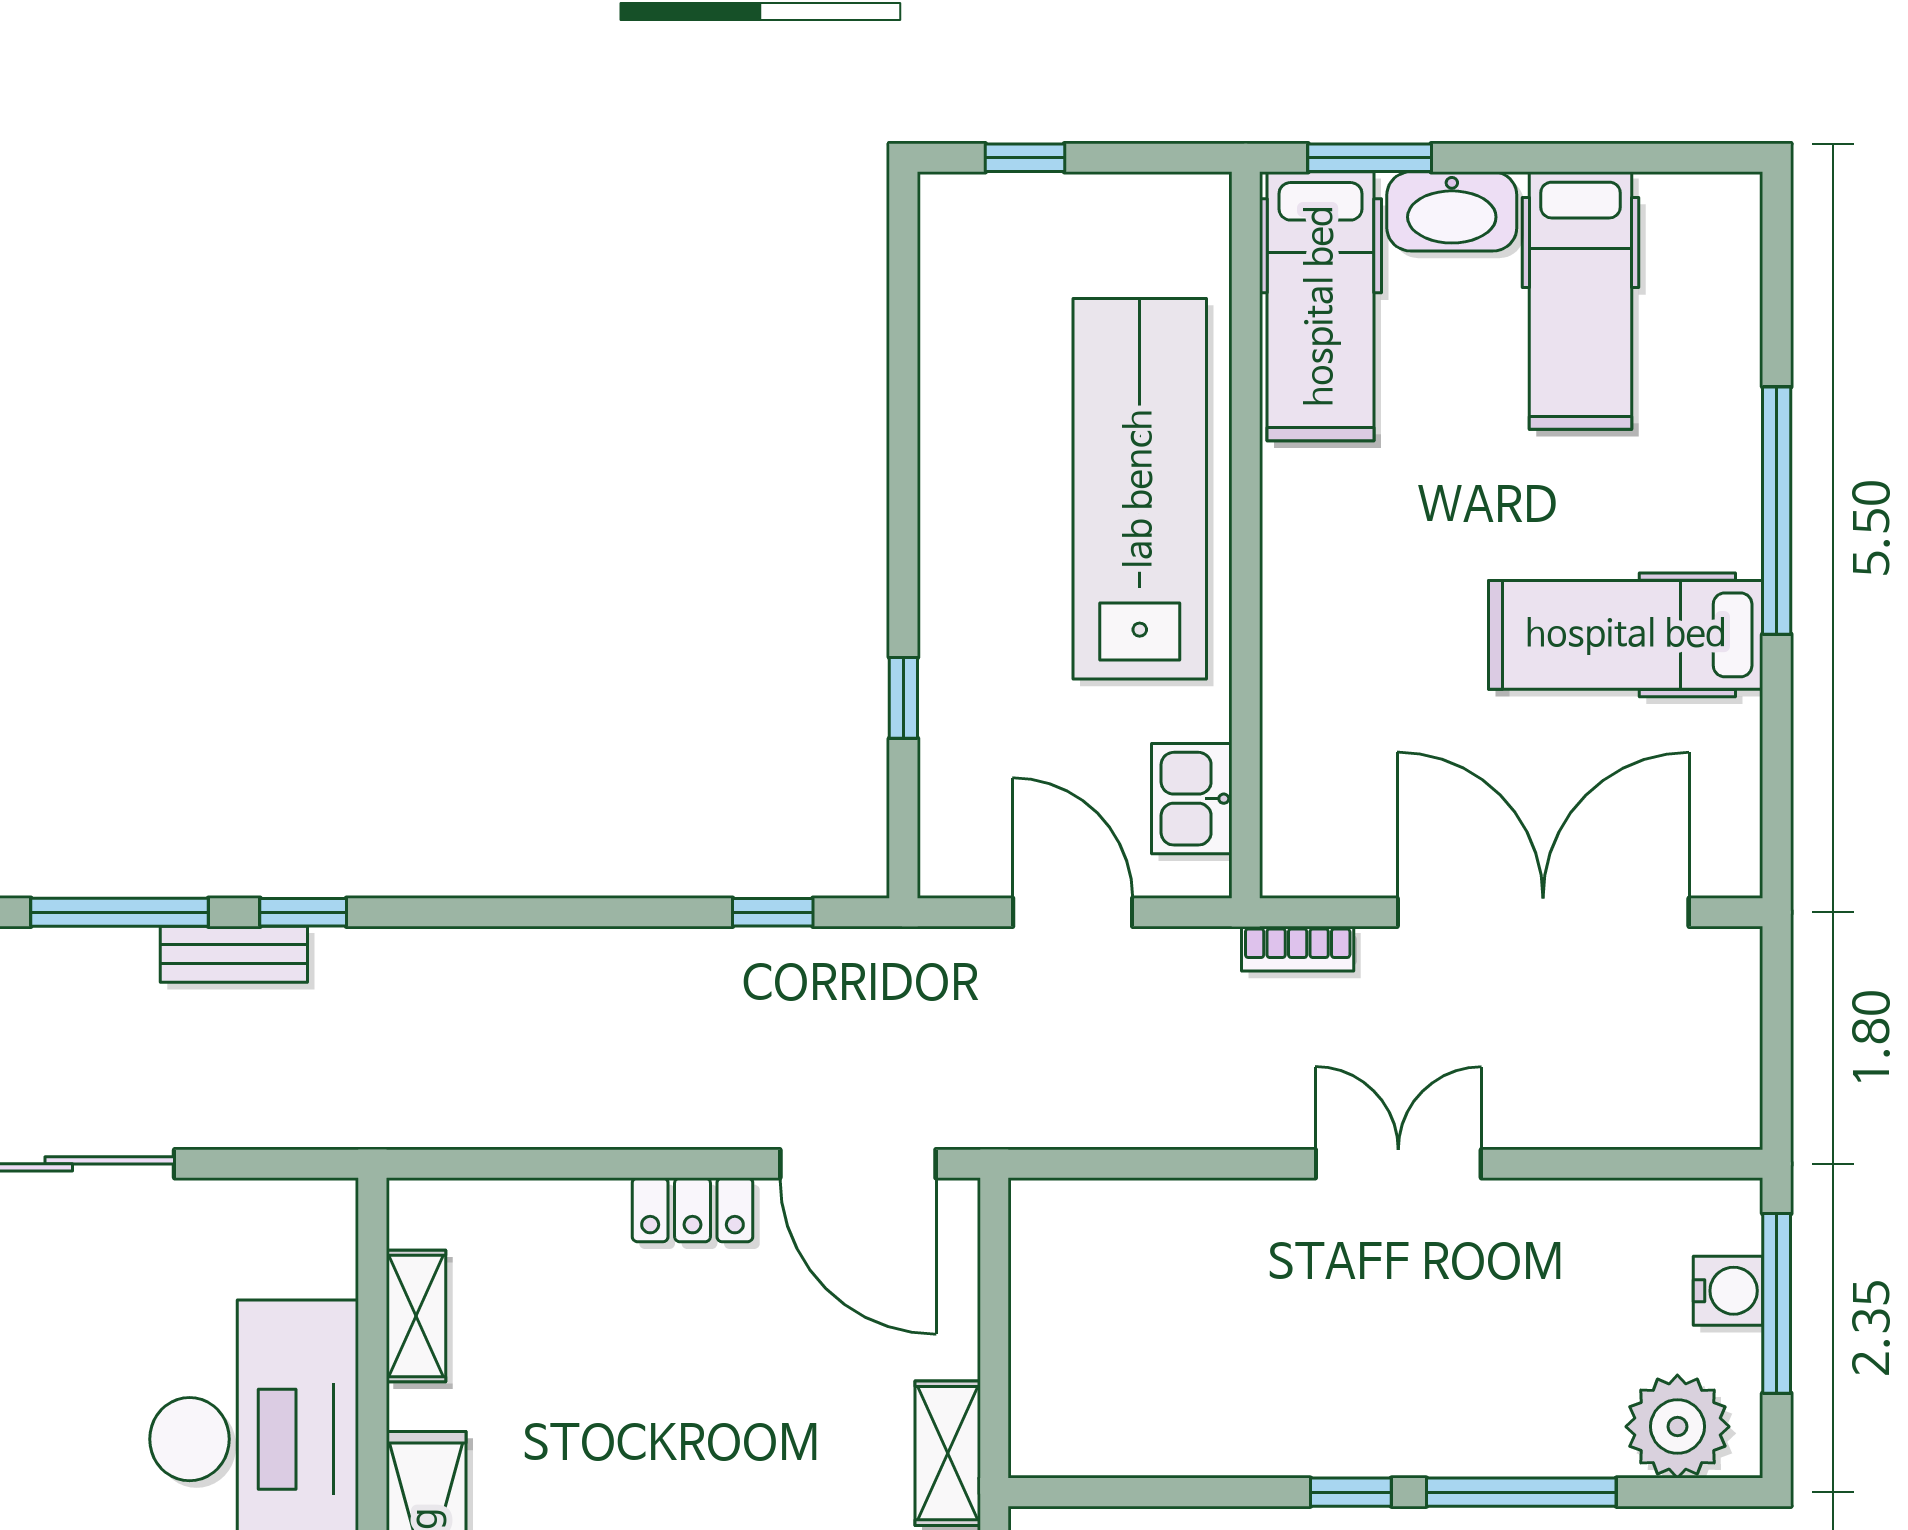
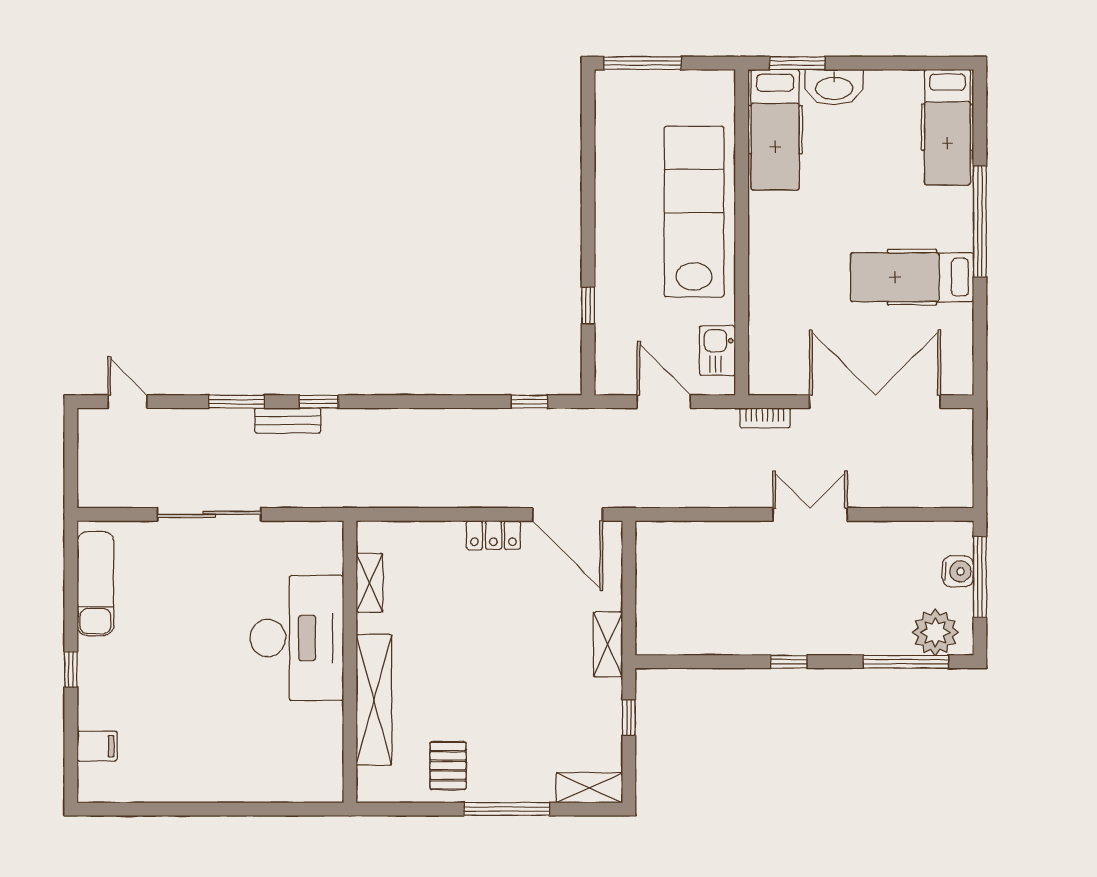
window: (1025, 158) -> (643, 63), width x2.17
hospital bed: (1580, 300) -> (947, 127), moved
window: (120, 912) -> (236, 402), width x0.69
window: (1521, 1492) -> (906, 662), moved

